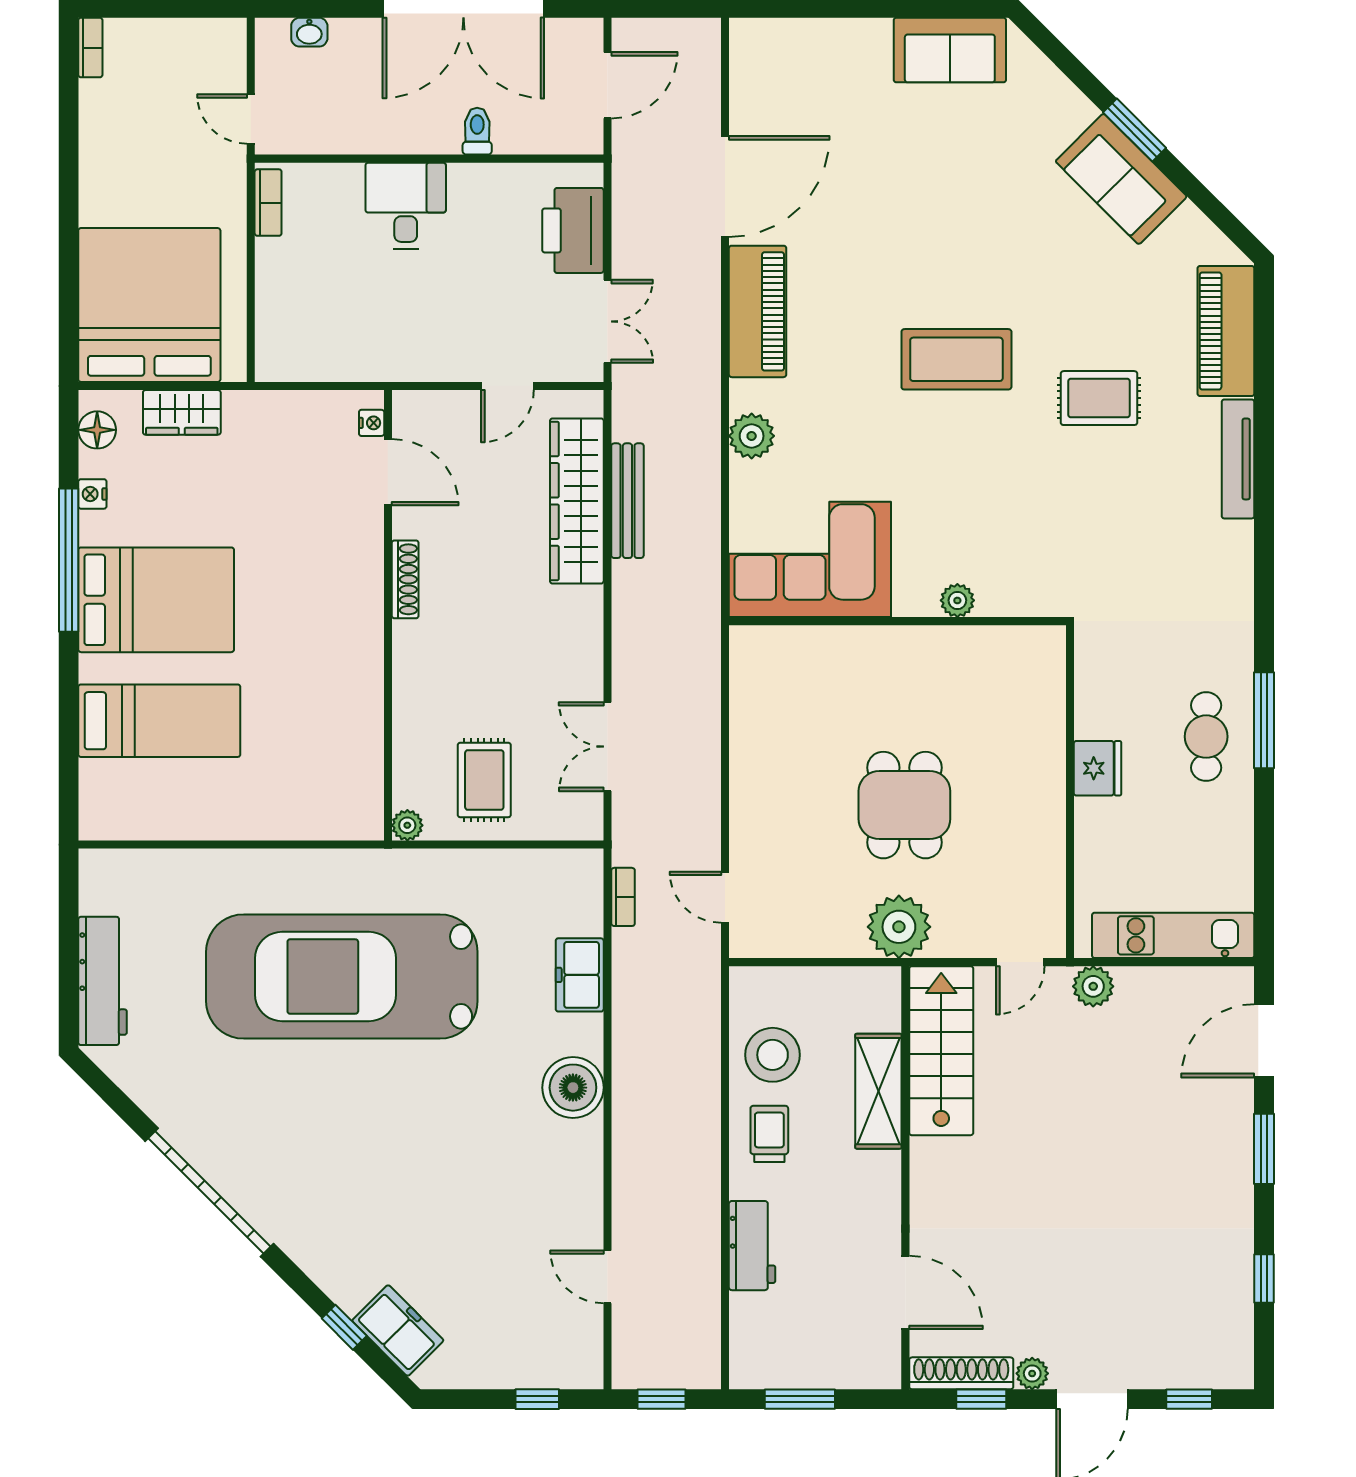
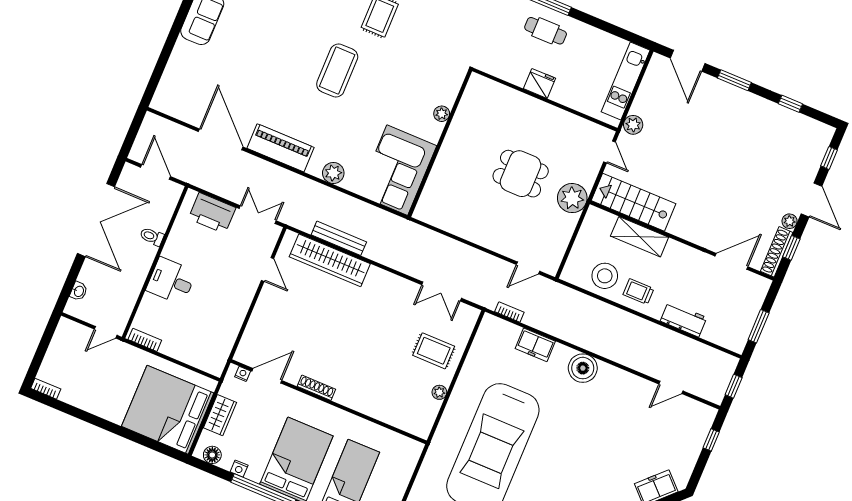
nightstand: (372, 423) -> (243, 374), moved
door: (388, 472) -> (267, 376), moved
shoe rack: (405, 579) -> (316, 388), moved
wall: (388, 615) -> (329, 402), moved

